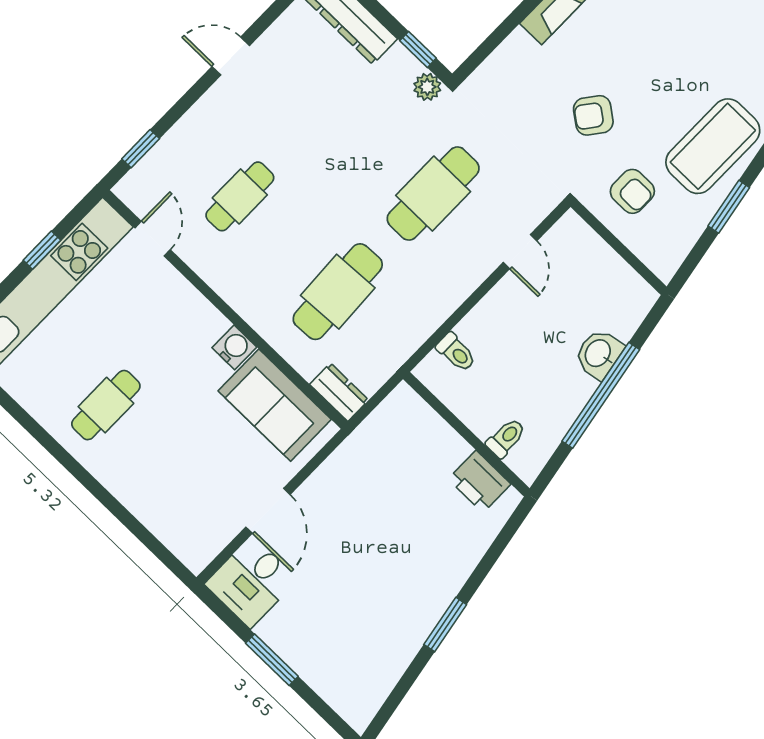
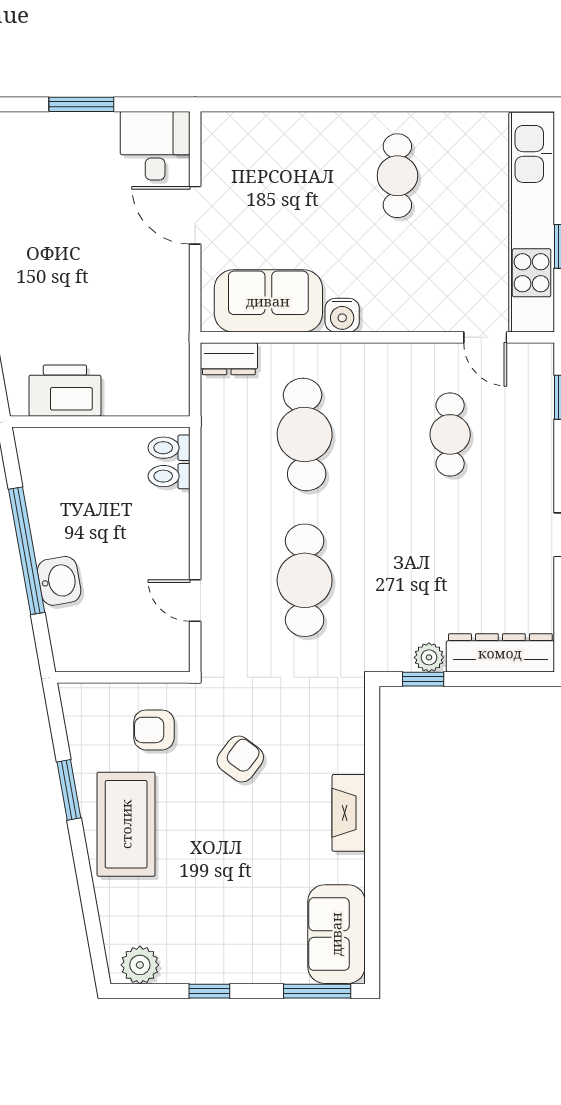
plant: (427, 87) -> (429, 657), moved
toilet: (506, 438) -> (169, 448), moved, turned 90
printer: (479, 482) -> (65, 391), width x1.37, depth x1.19

